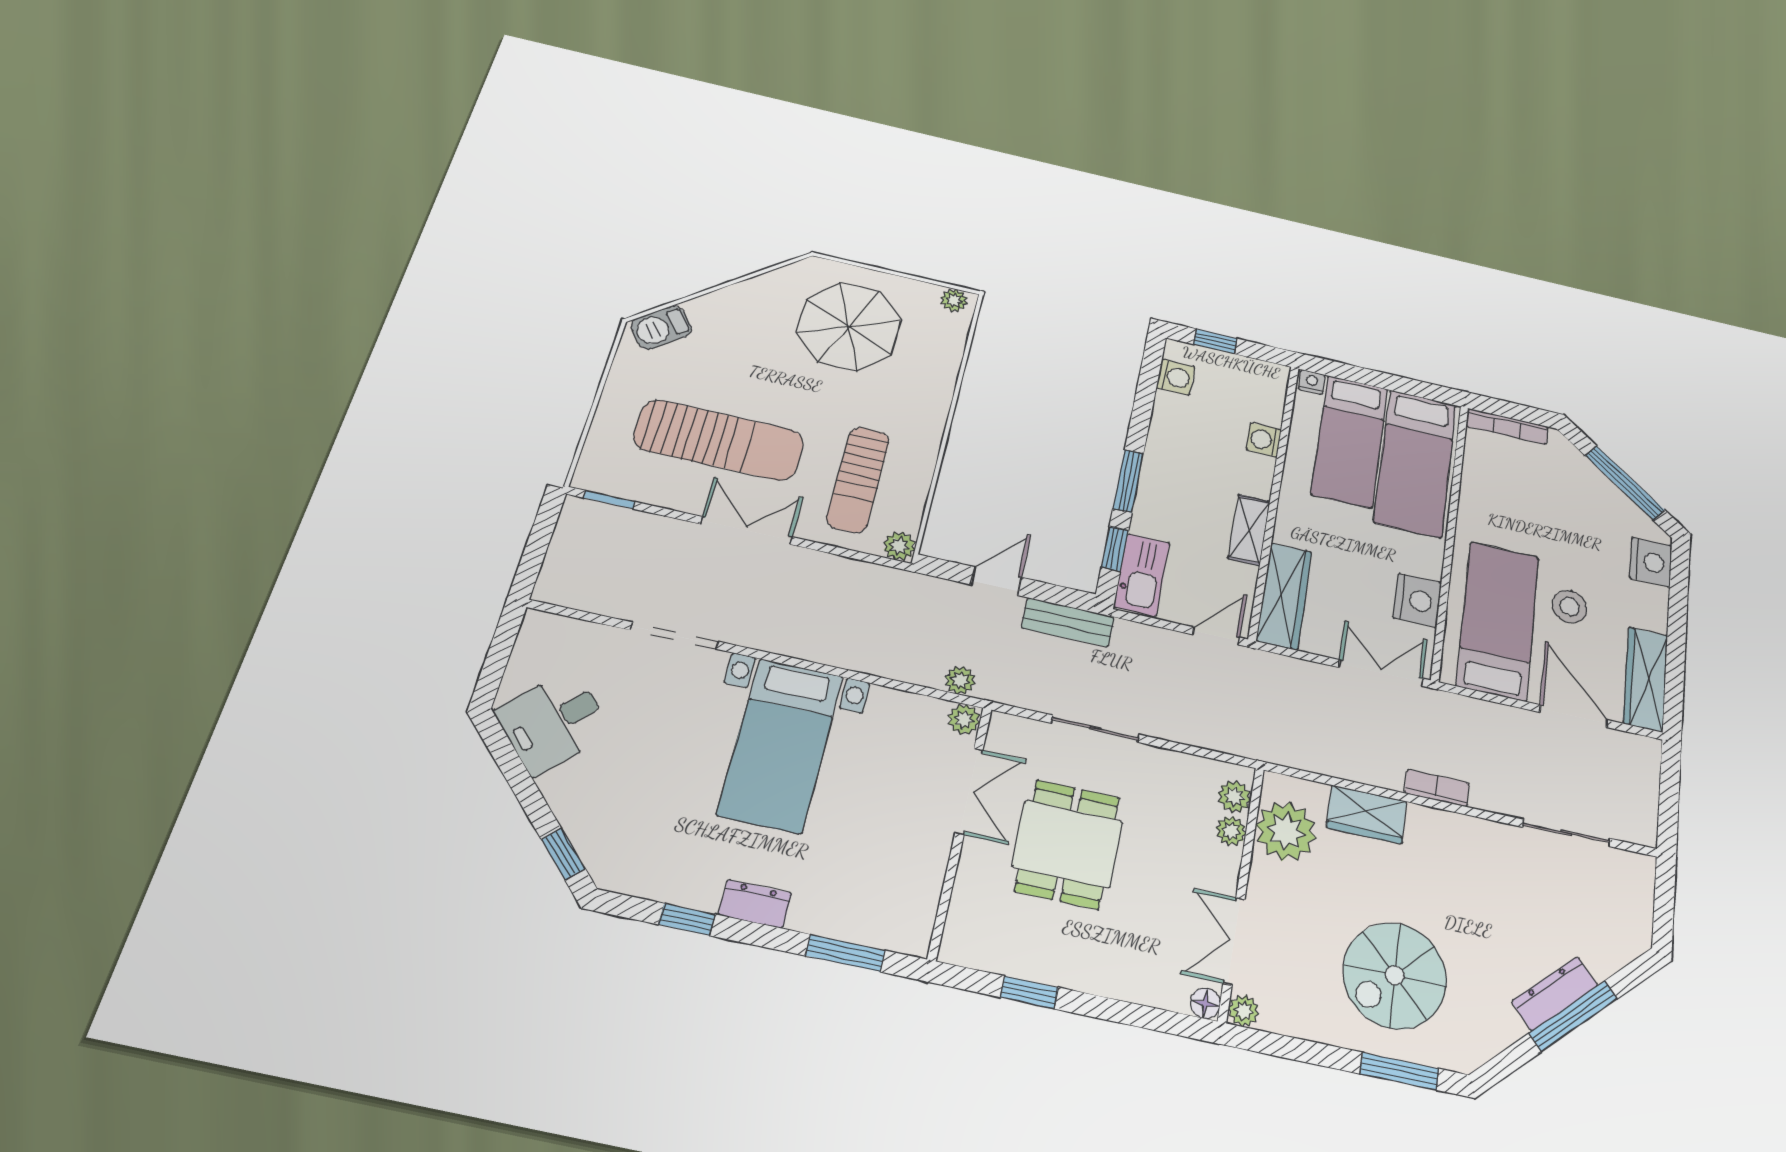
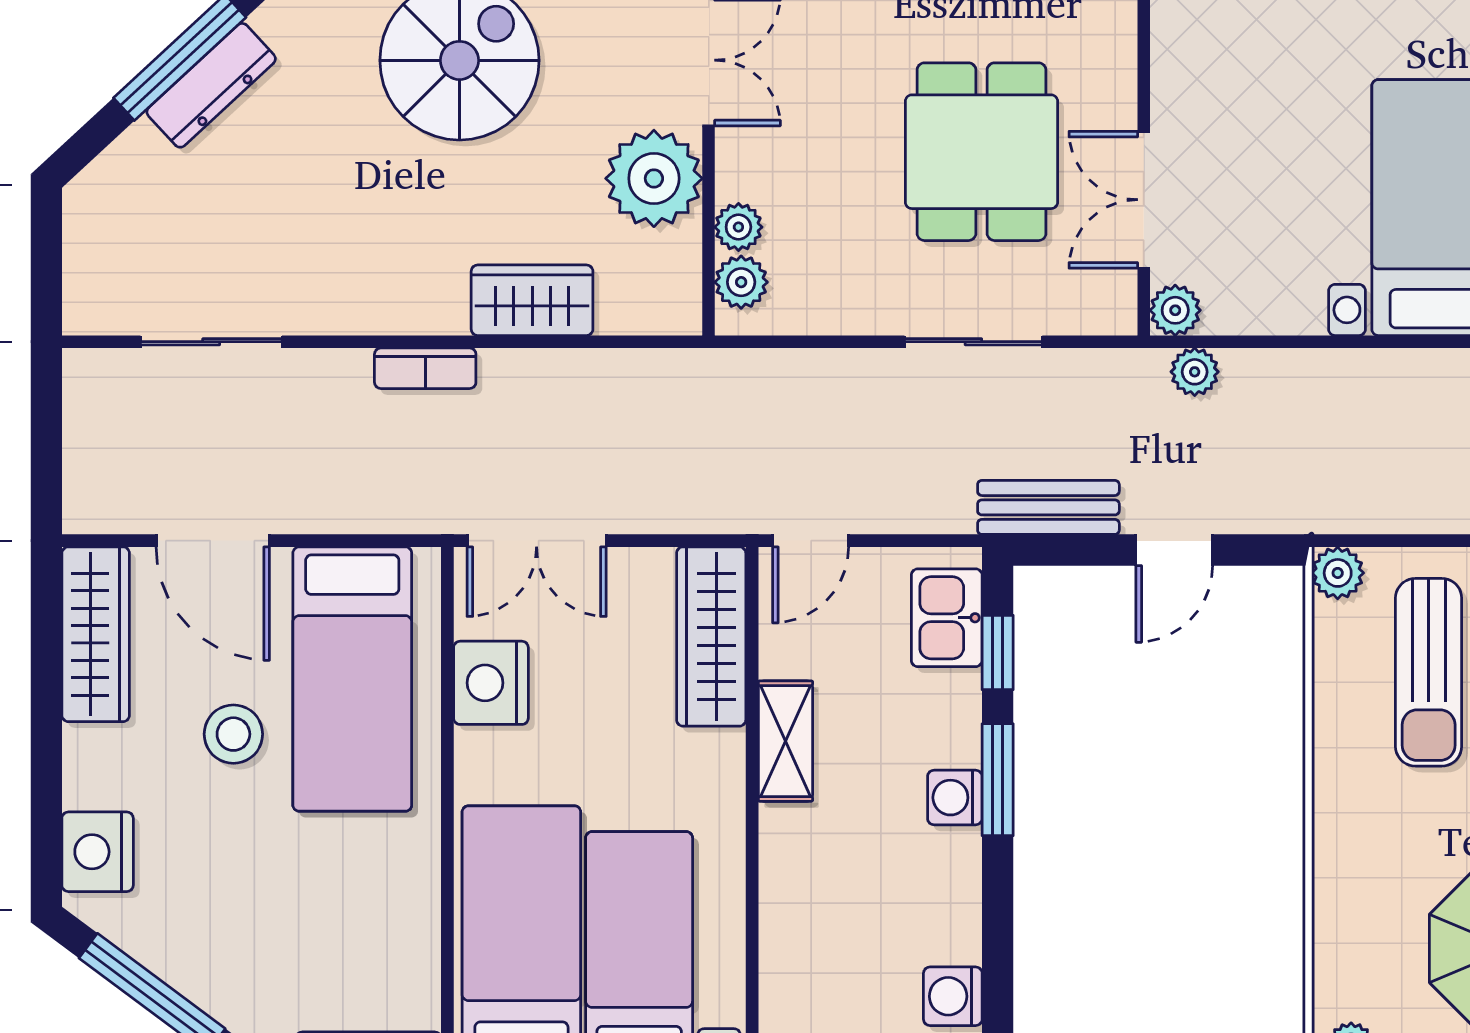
washing machine: (1264, 440) -> (955, 798), moved, turned 180
sun lounger: (858, 479) -> (1429, 672), turned 180
kitchen sink: (1142, 575) -> (947, 618), width x0.73
plant: (1286, 831) -> (654, 178), moved

